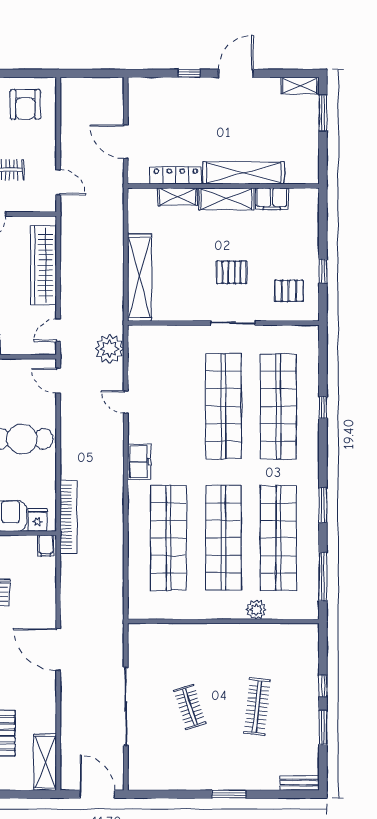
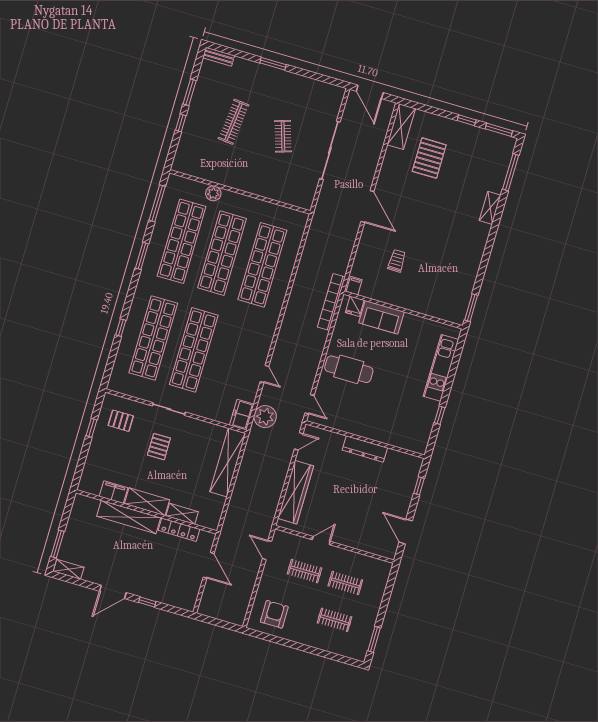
pallet: (231, 272) -> (159, 447), turned 90
freezer: (139, 462) -> (242, 415), moved

